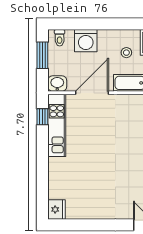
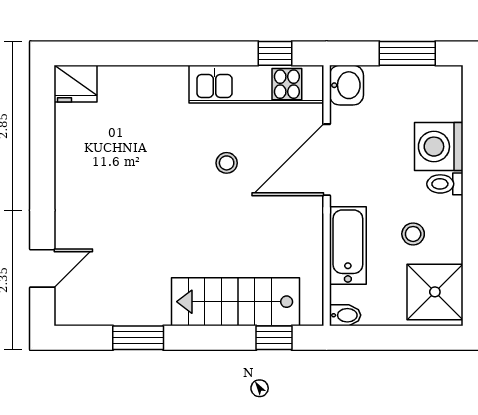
toilet: (60, 38) -> (445, 184), moved
door: (92, 93) -> (327, 160), swing flipped
stool: (93, 139) -> (227, 163), added

